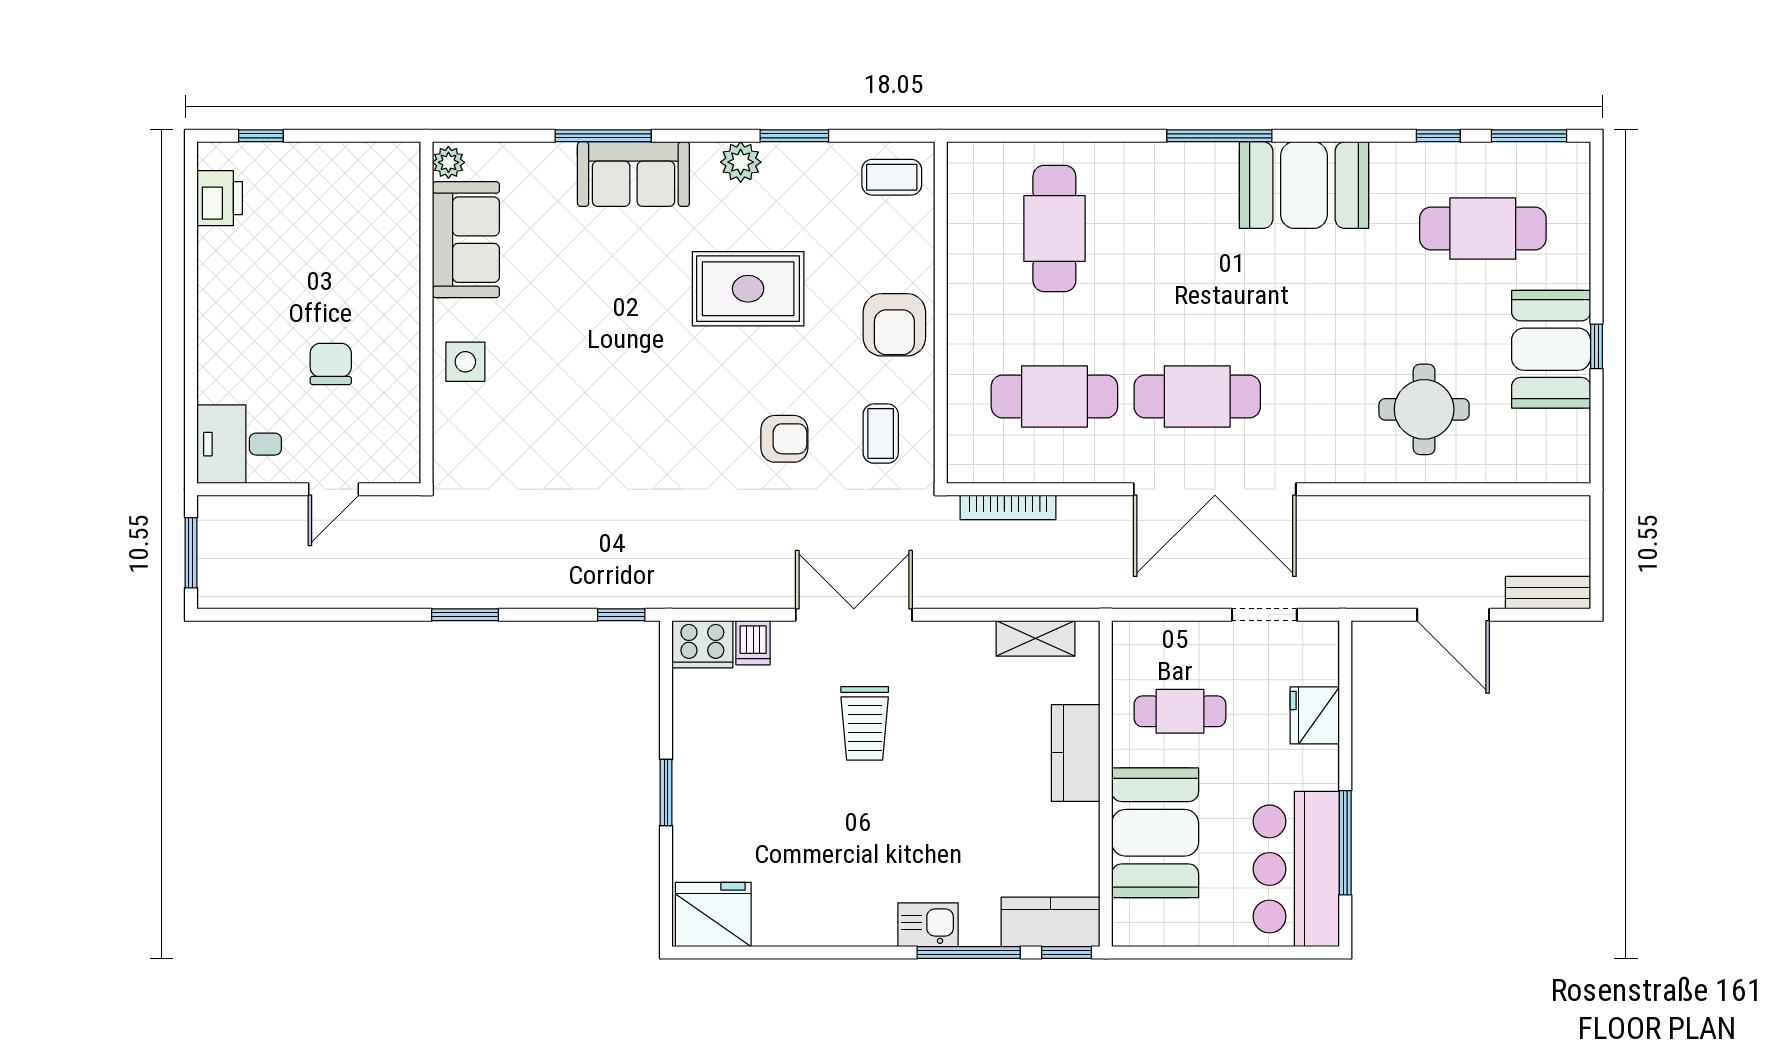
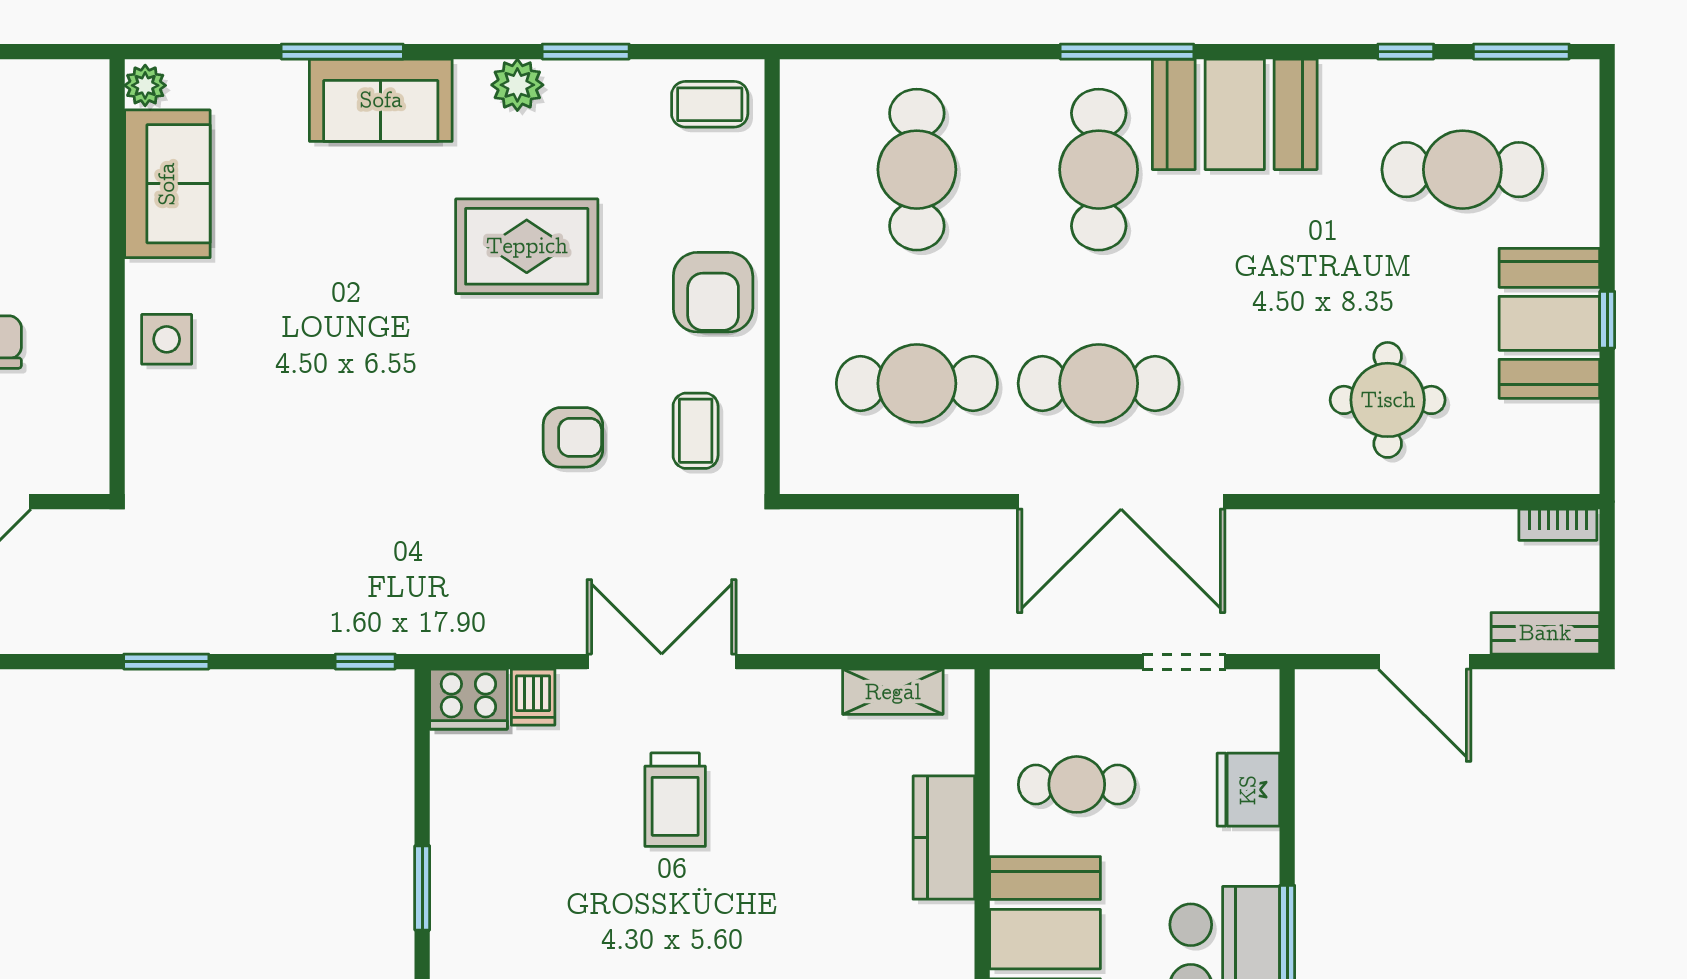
cafe table: (1197, 229) -> (1099, 170), added
bookcase: (1008, 507) -> (1558, 525), moved, width x0.64

